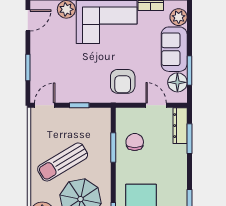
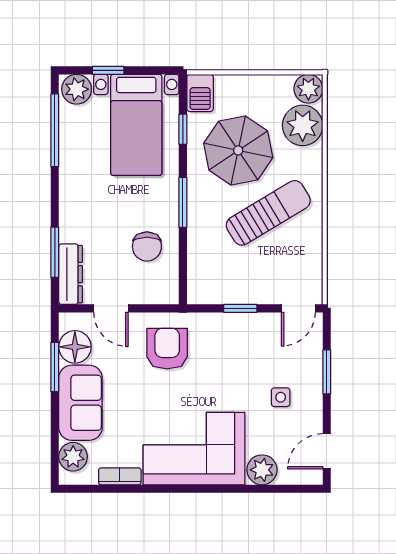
side table: (55, 52) -> (281, 397), added
window: (113, 148) -> (183, 202), moved

